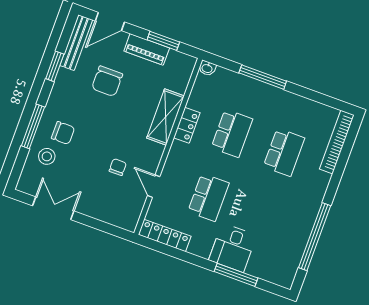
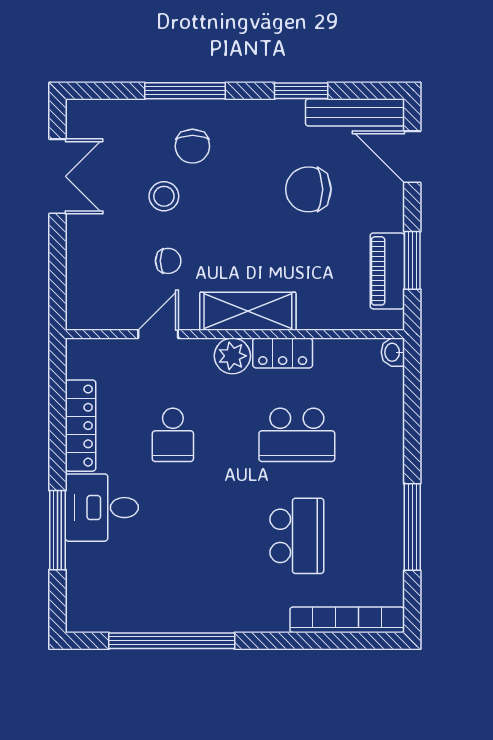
piano: (147, 49) -> (387, 271), moved
window: (263, 77) -> (412, 527), moved
shelving: (165, 117) -> (248, 311), moved
plant: (179, 152) -> (232, 356), added
school desk: (284, 152) -> (297, 536), turned -90
stool: (47, 156) -> (164, 196), moved
school desk: (208, 197) -> (173, 435), width x0.54
locker: (165, 235) -> (81, 426), moved

